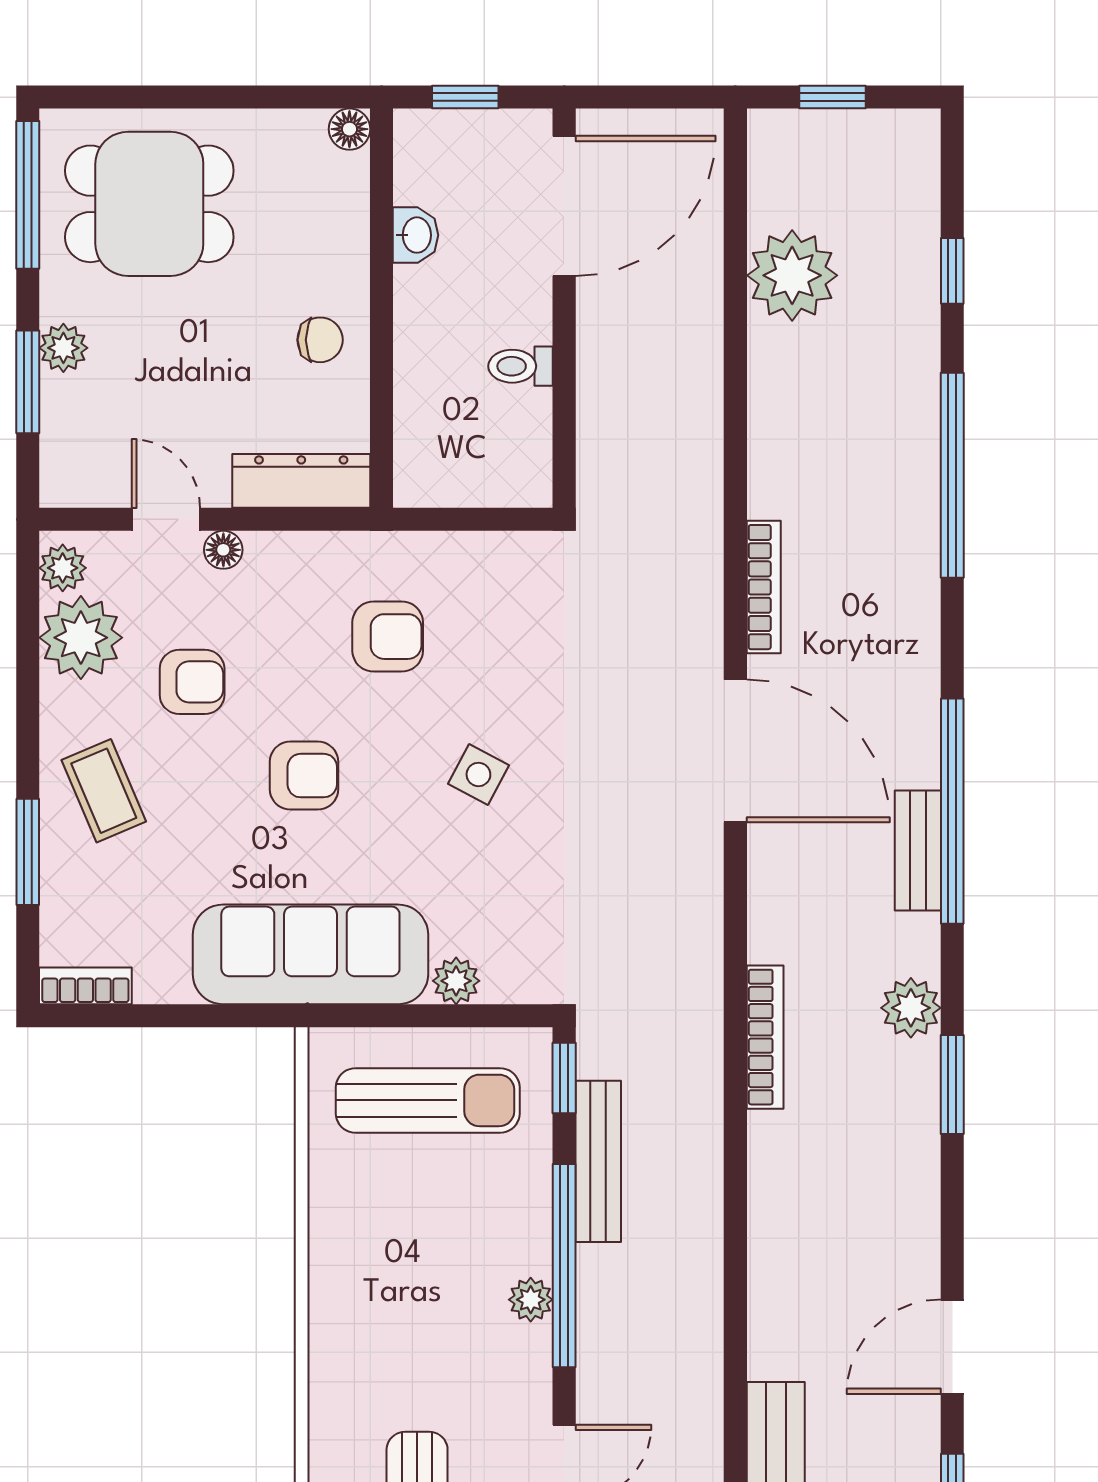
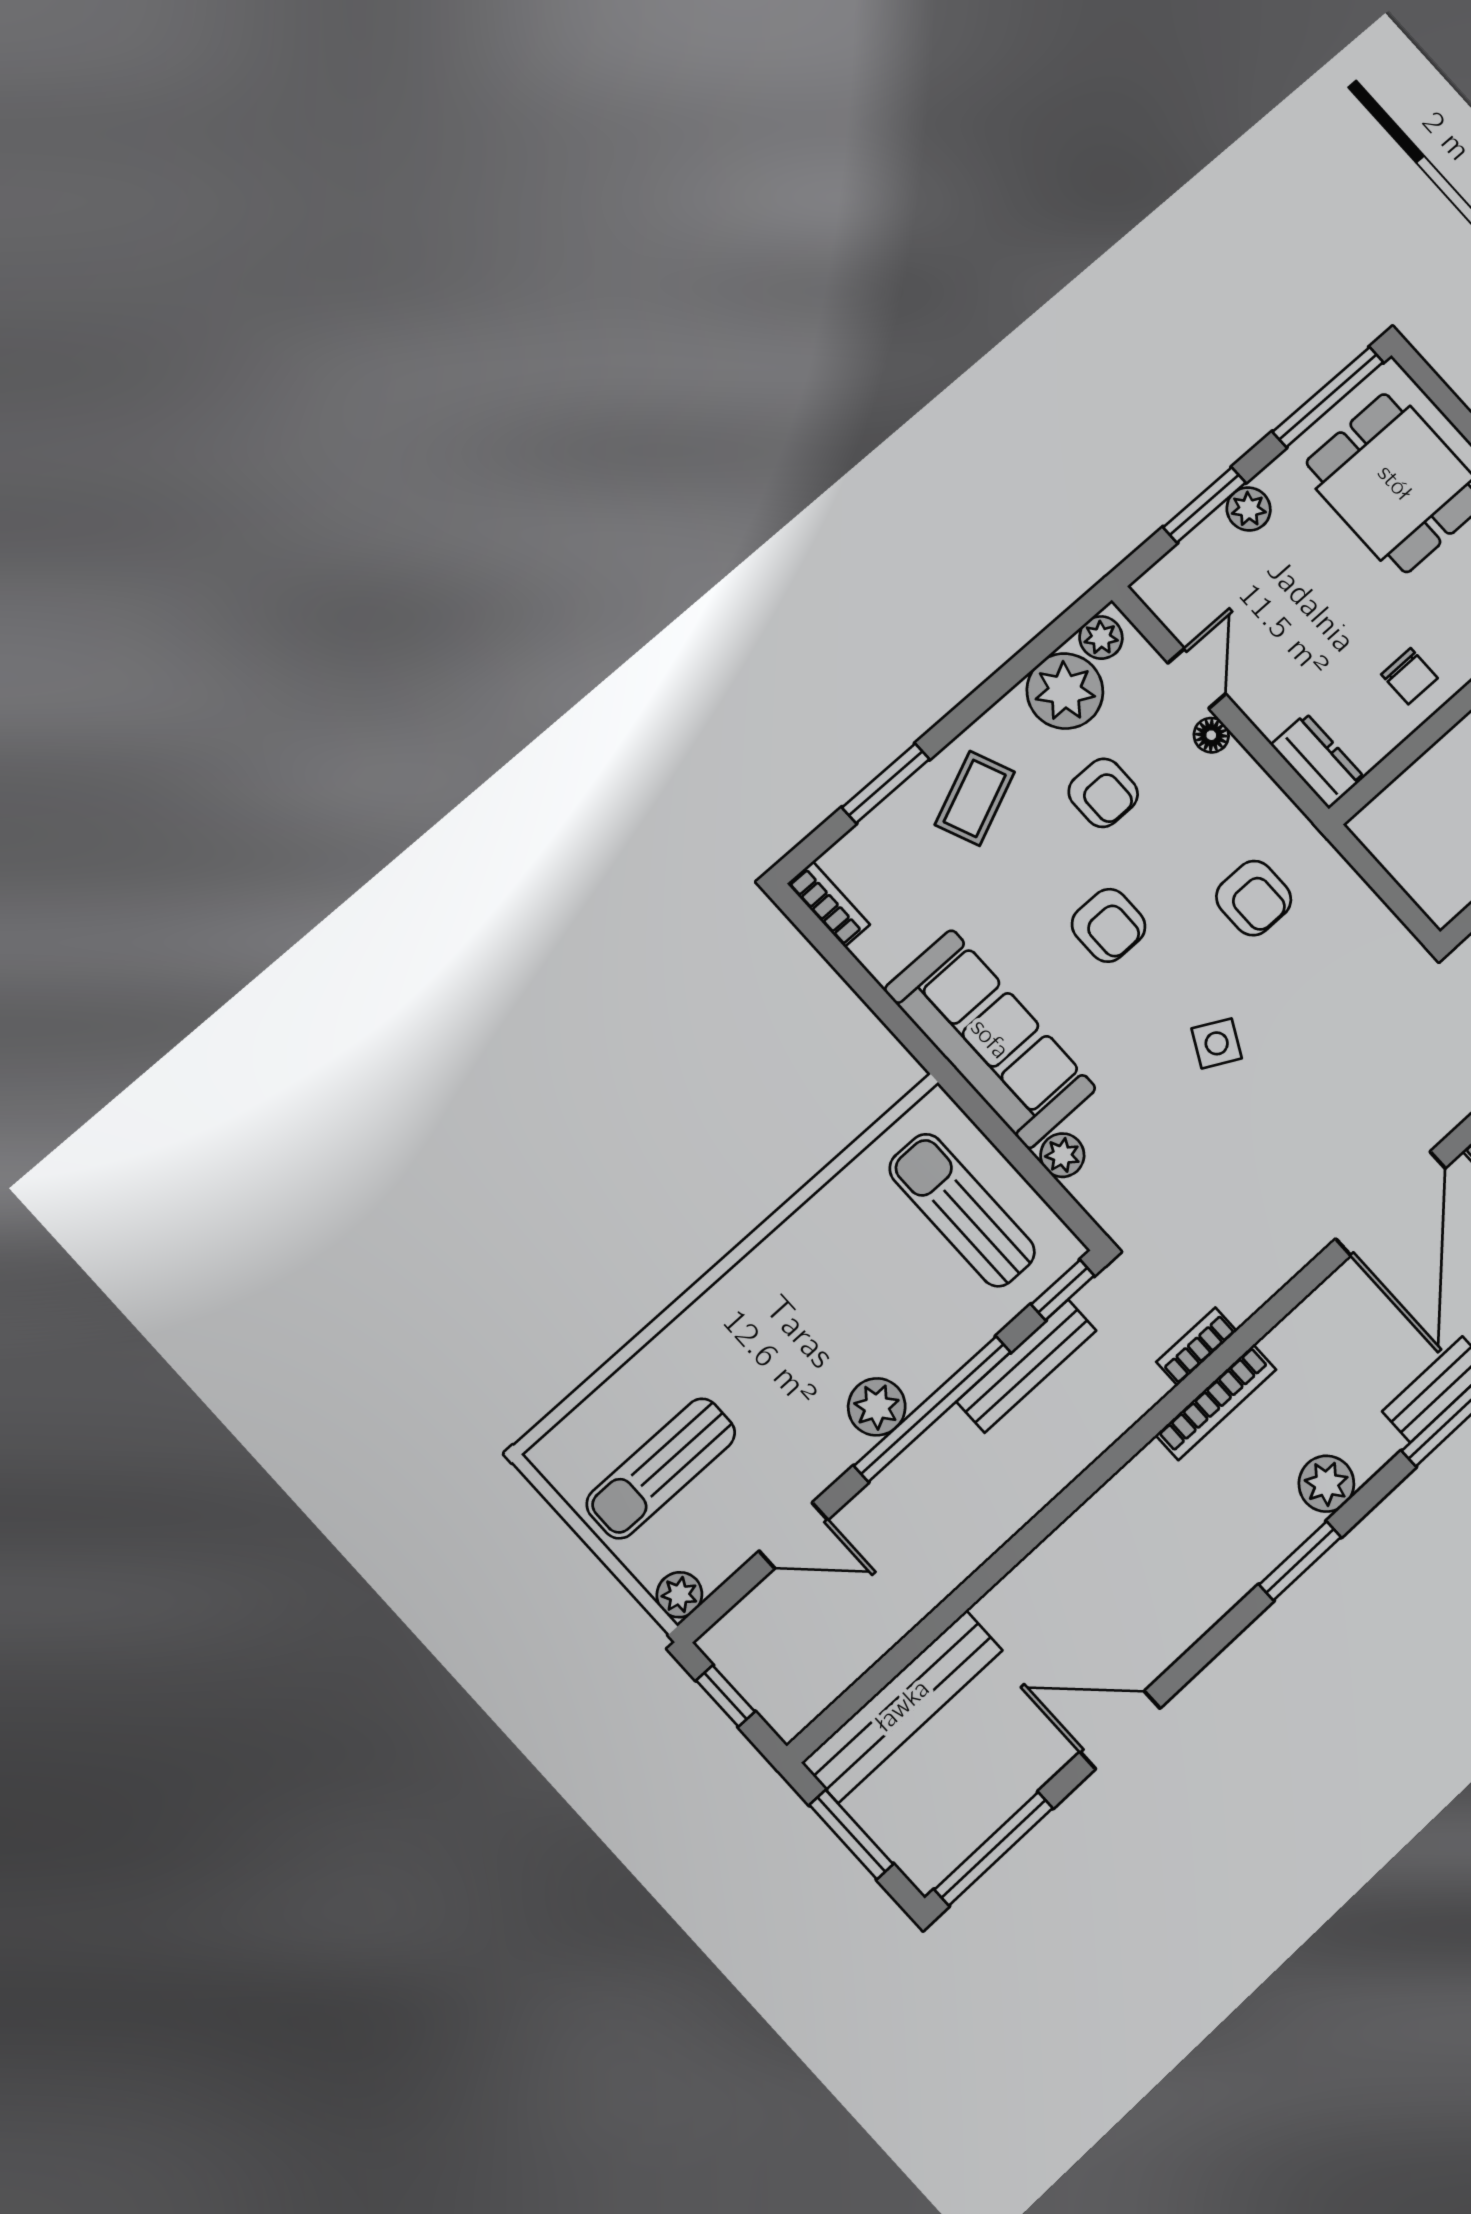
dresser: (301, 481) -> (1318, 761), width x0.70
bookcase: (707, 1012) -> (1197, 1346), added
sun lounger: (428, 1100) -> (962, 1210), turned 180
plant: (531, 1300) -> (877, 1407), width x1.38, depth x1.38

